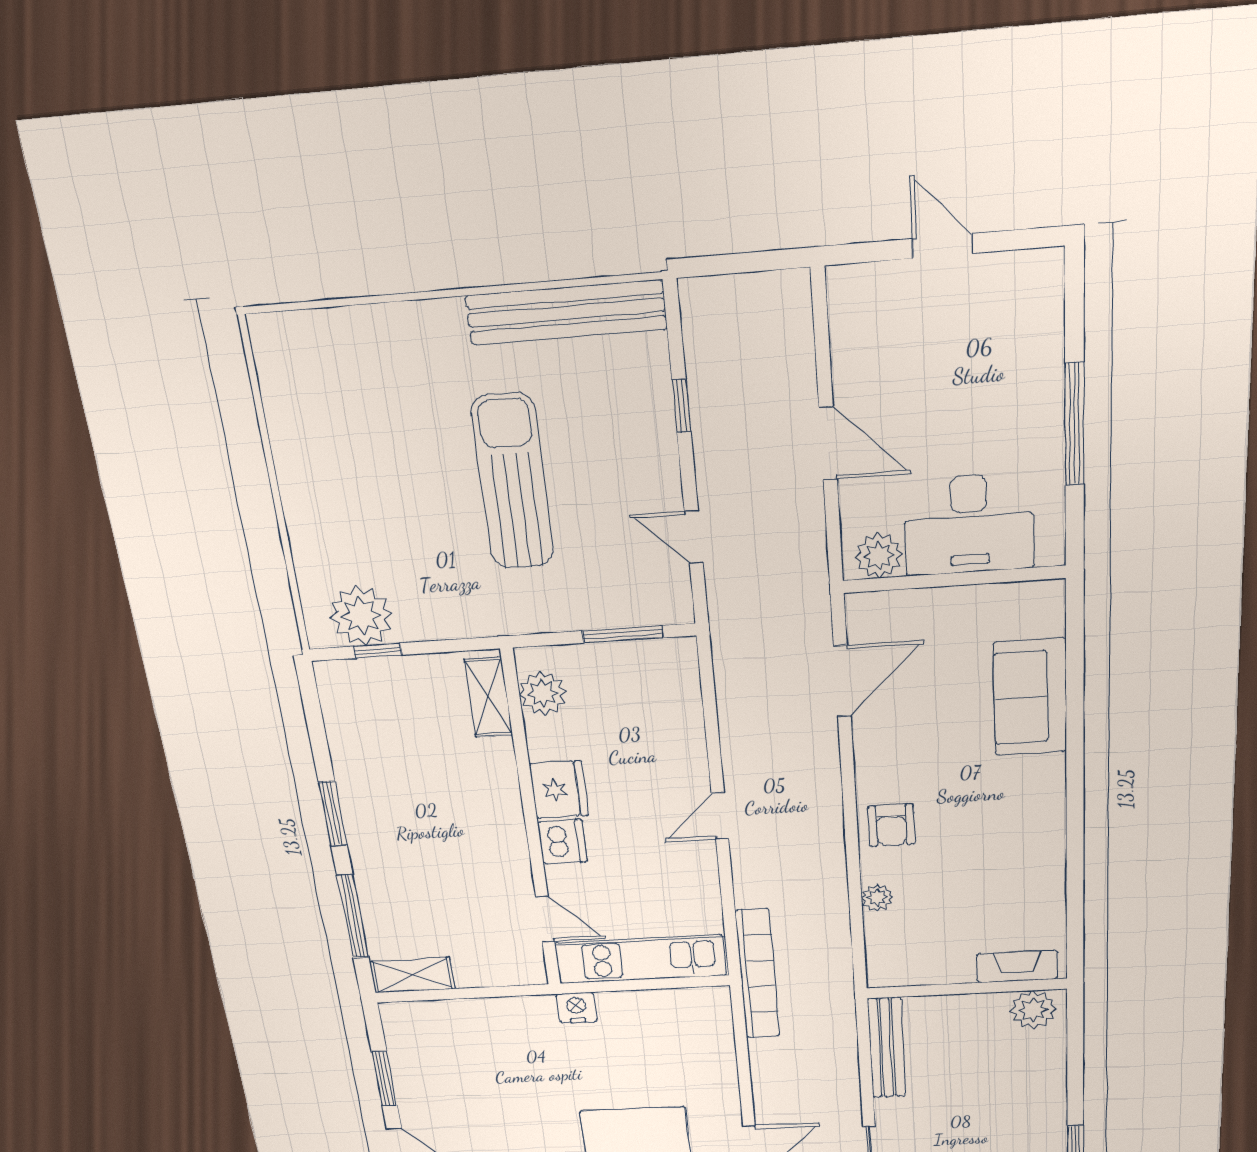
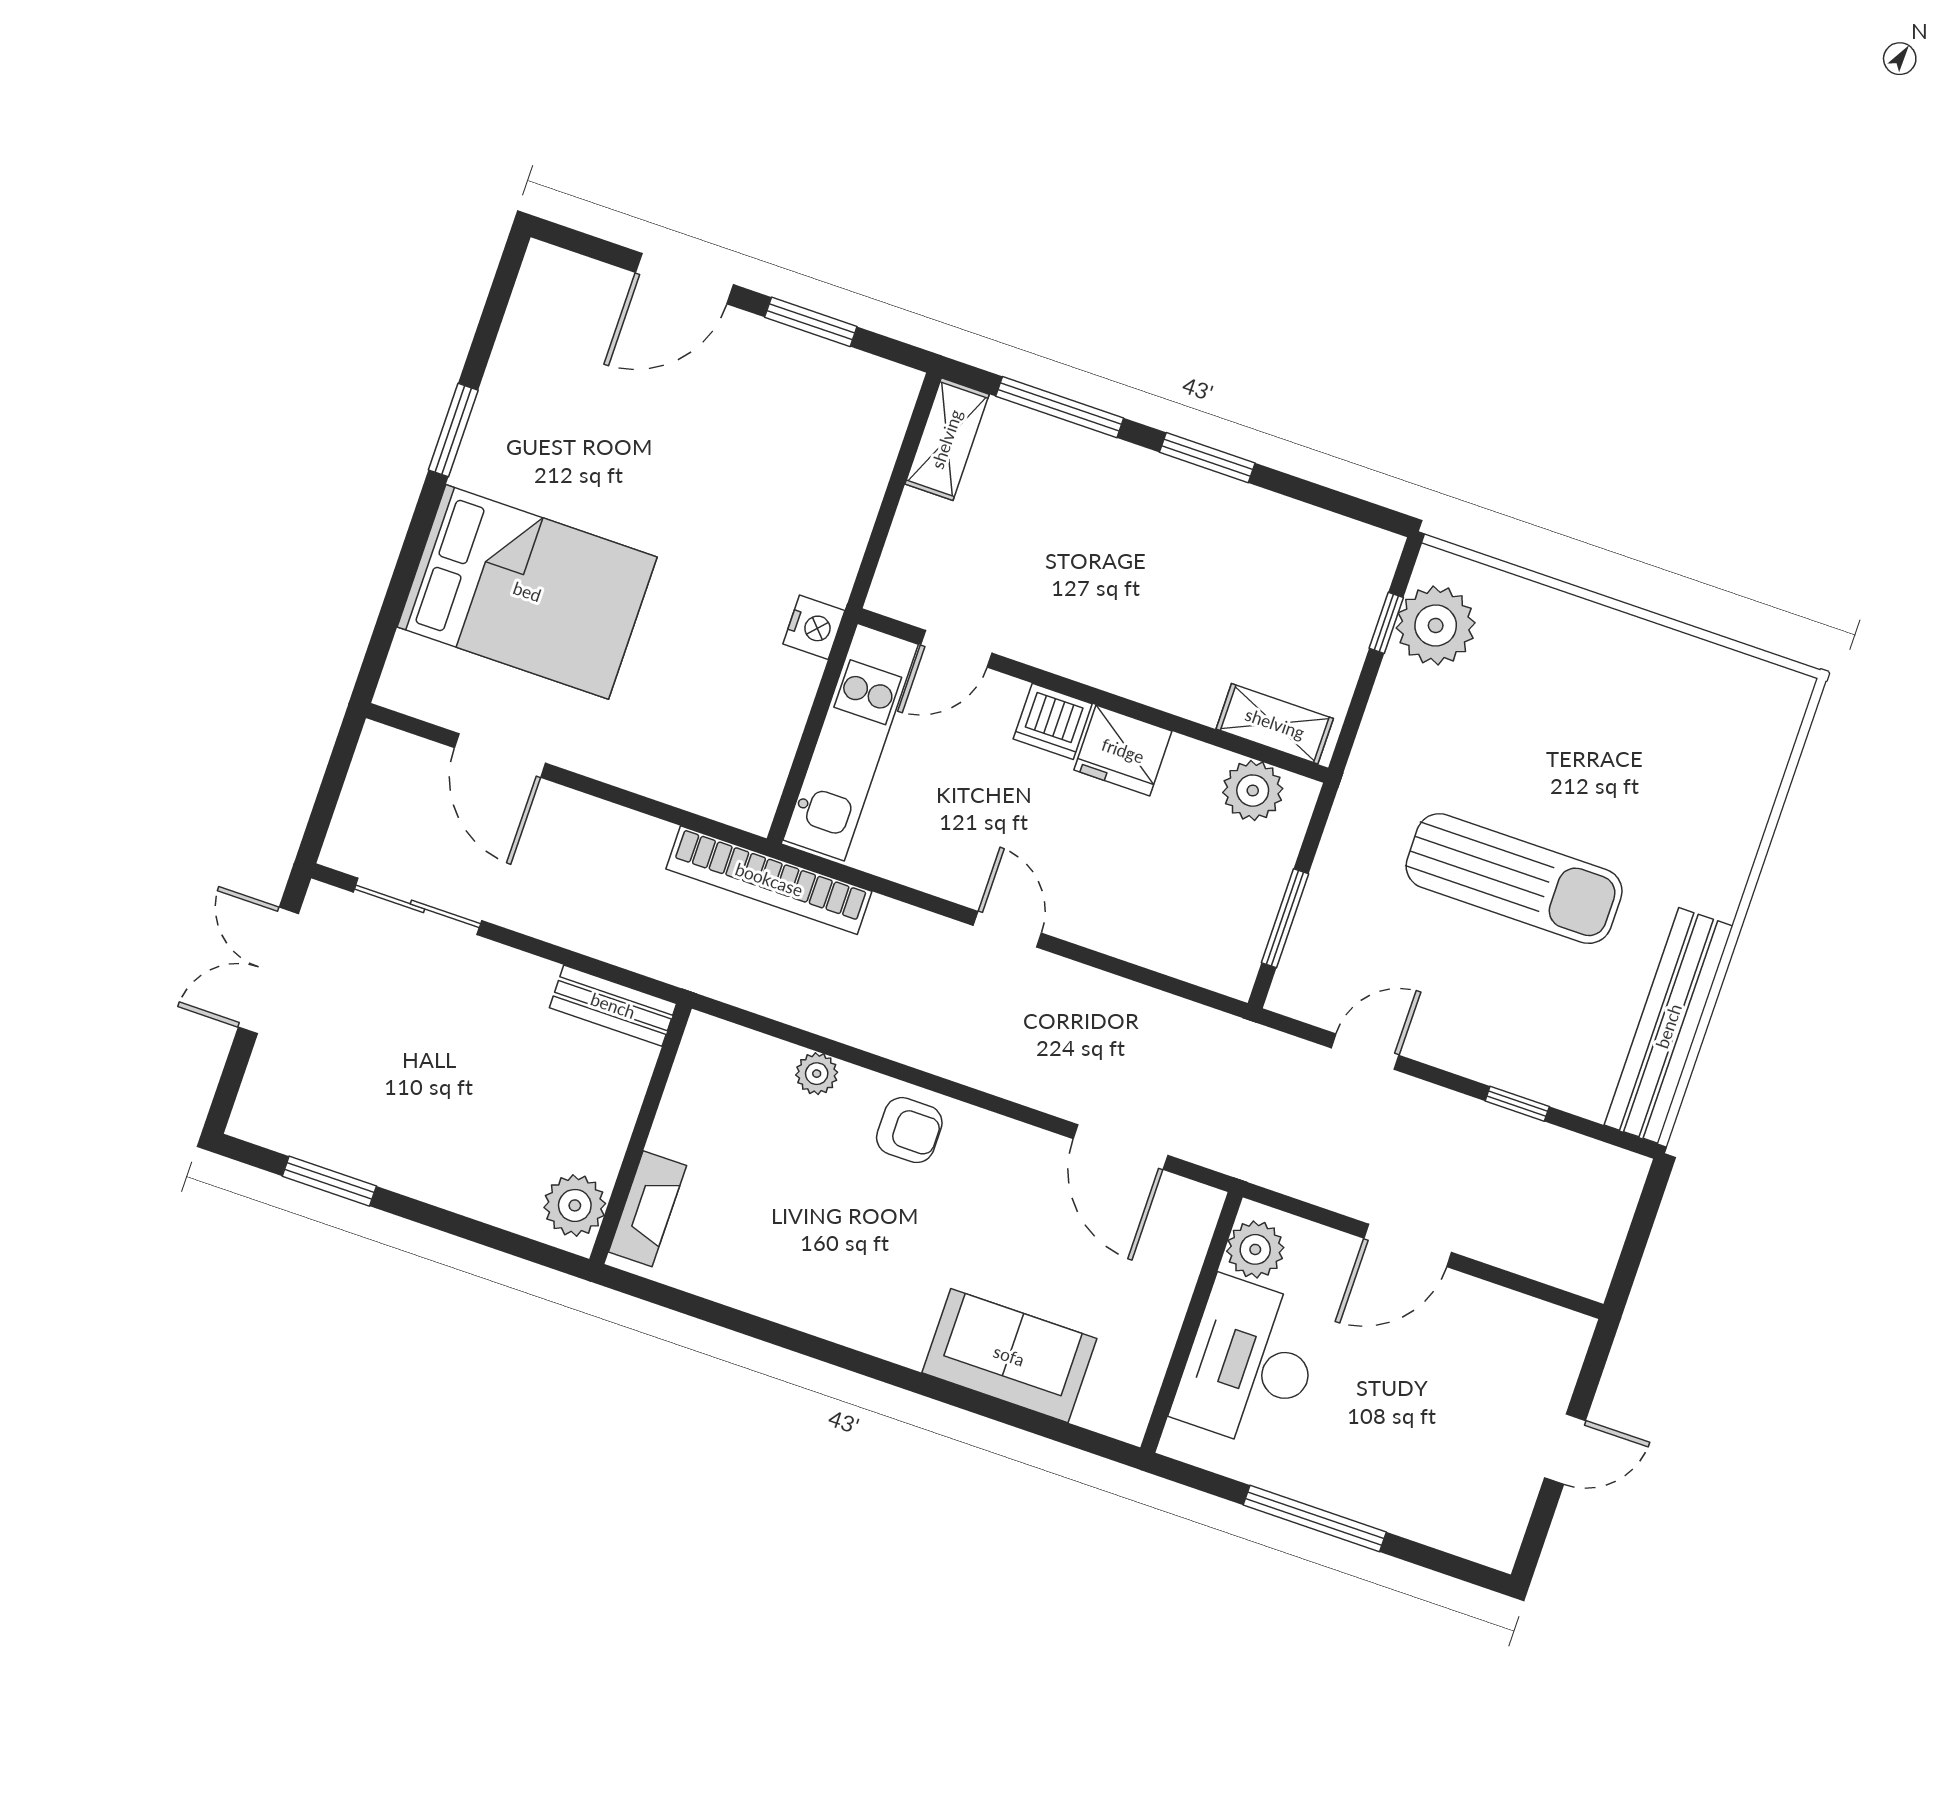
armchair: (891, 825) -> (909, 1130), turned 180
bench: (886, 1048) -> (613, 1006), width x0.73

